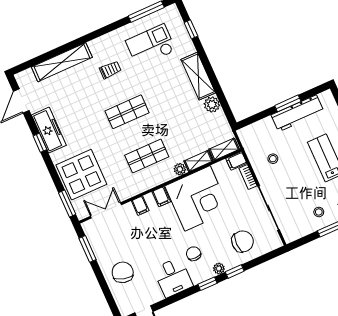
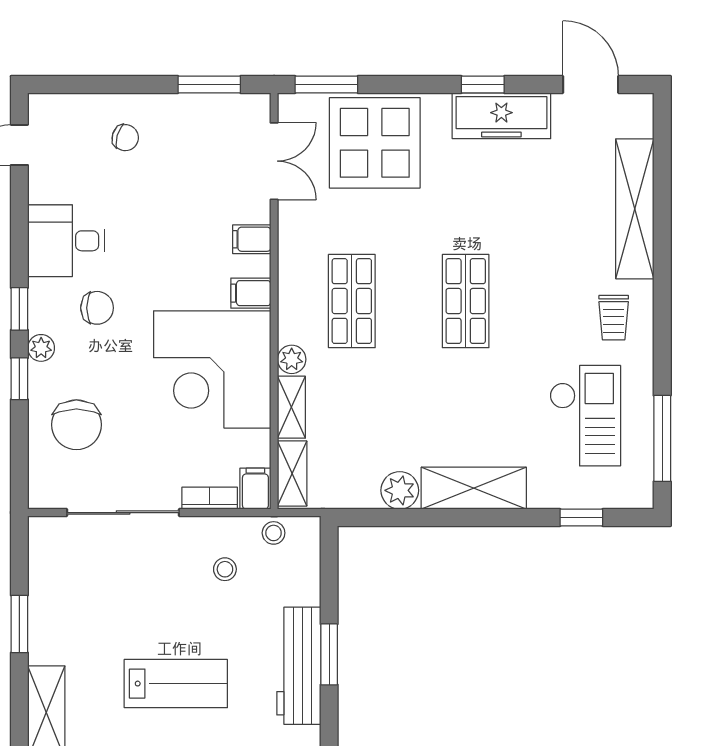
trolley: (110, 70) -> (614, 318), moved
stool: (319, 212) -> (274, 533), moved
chair: (123, 272) -> (125, 138), width x0.54, depth x0.54

